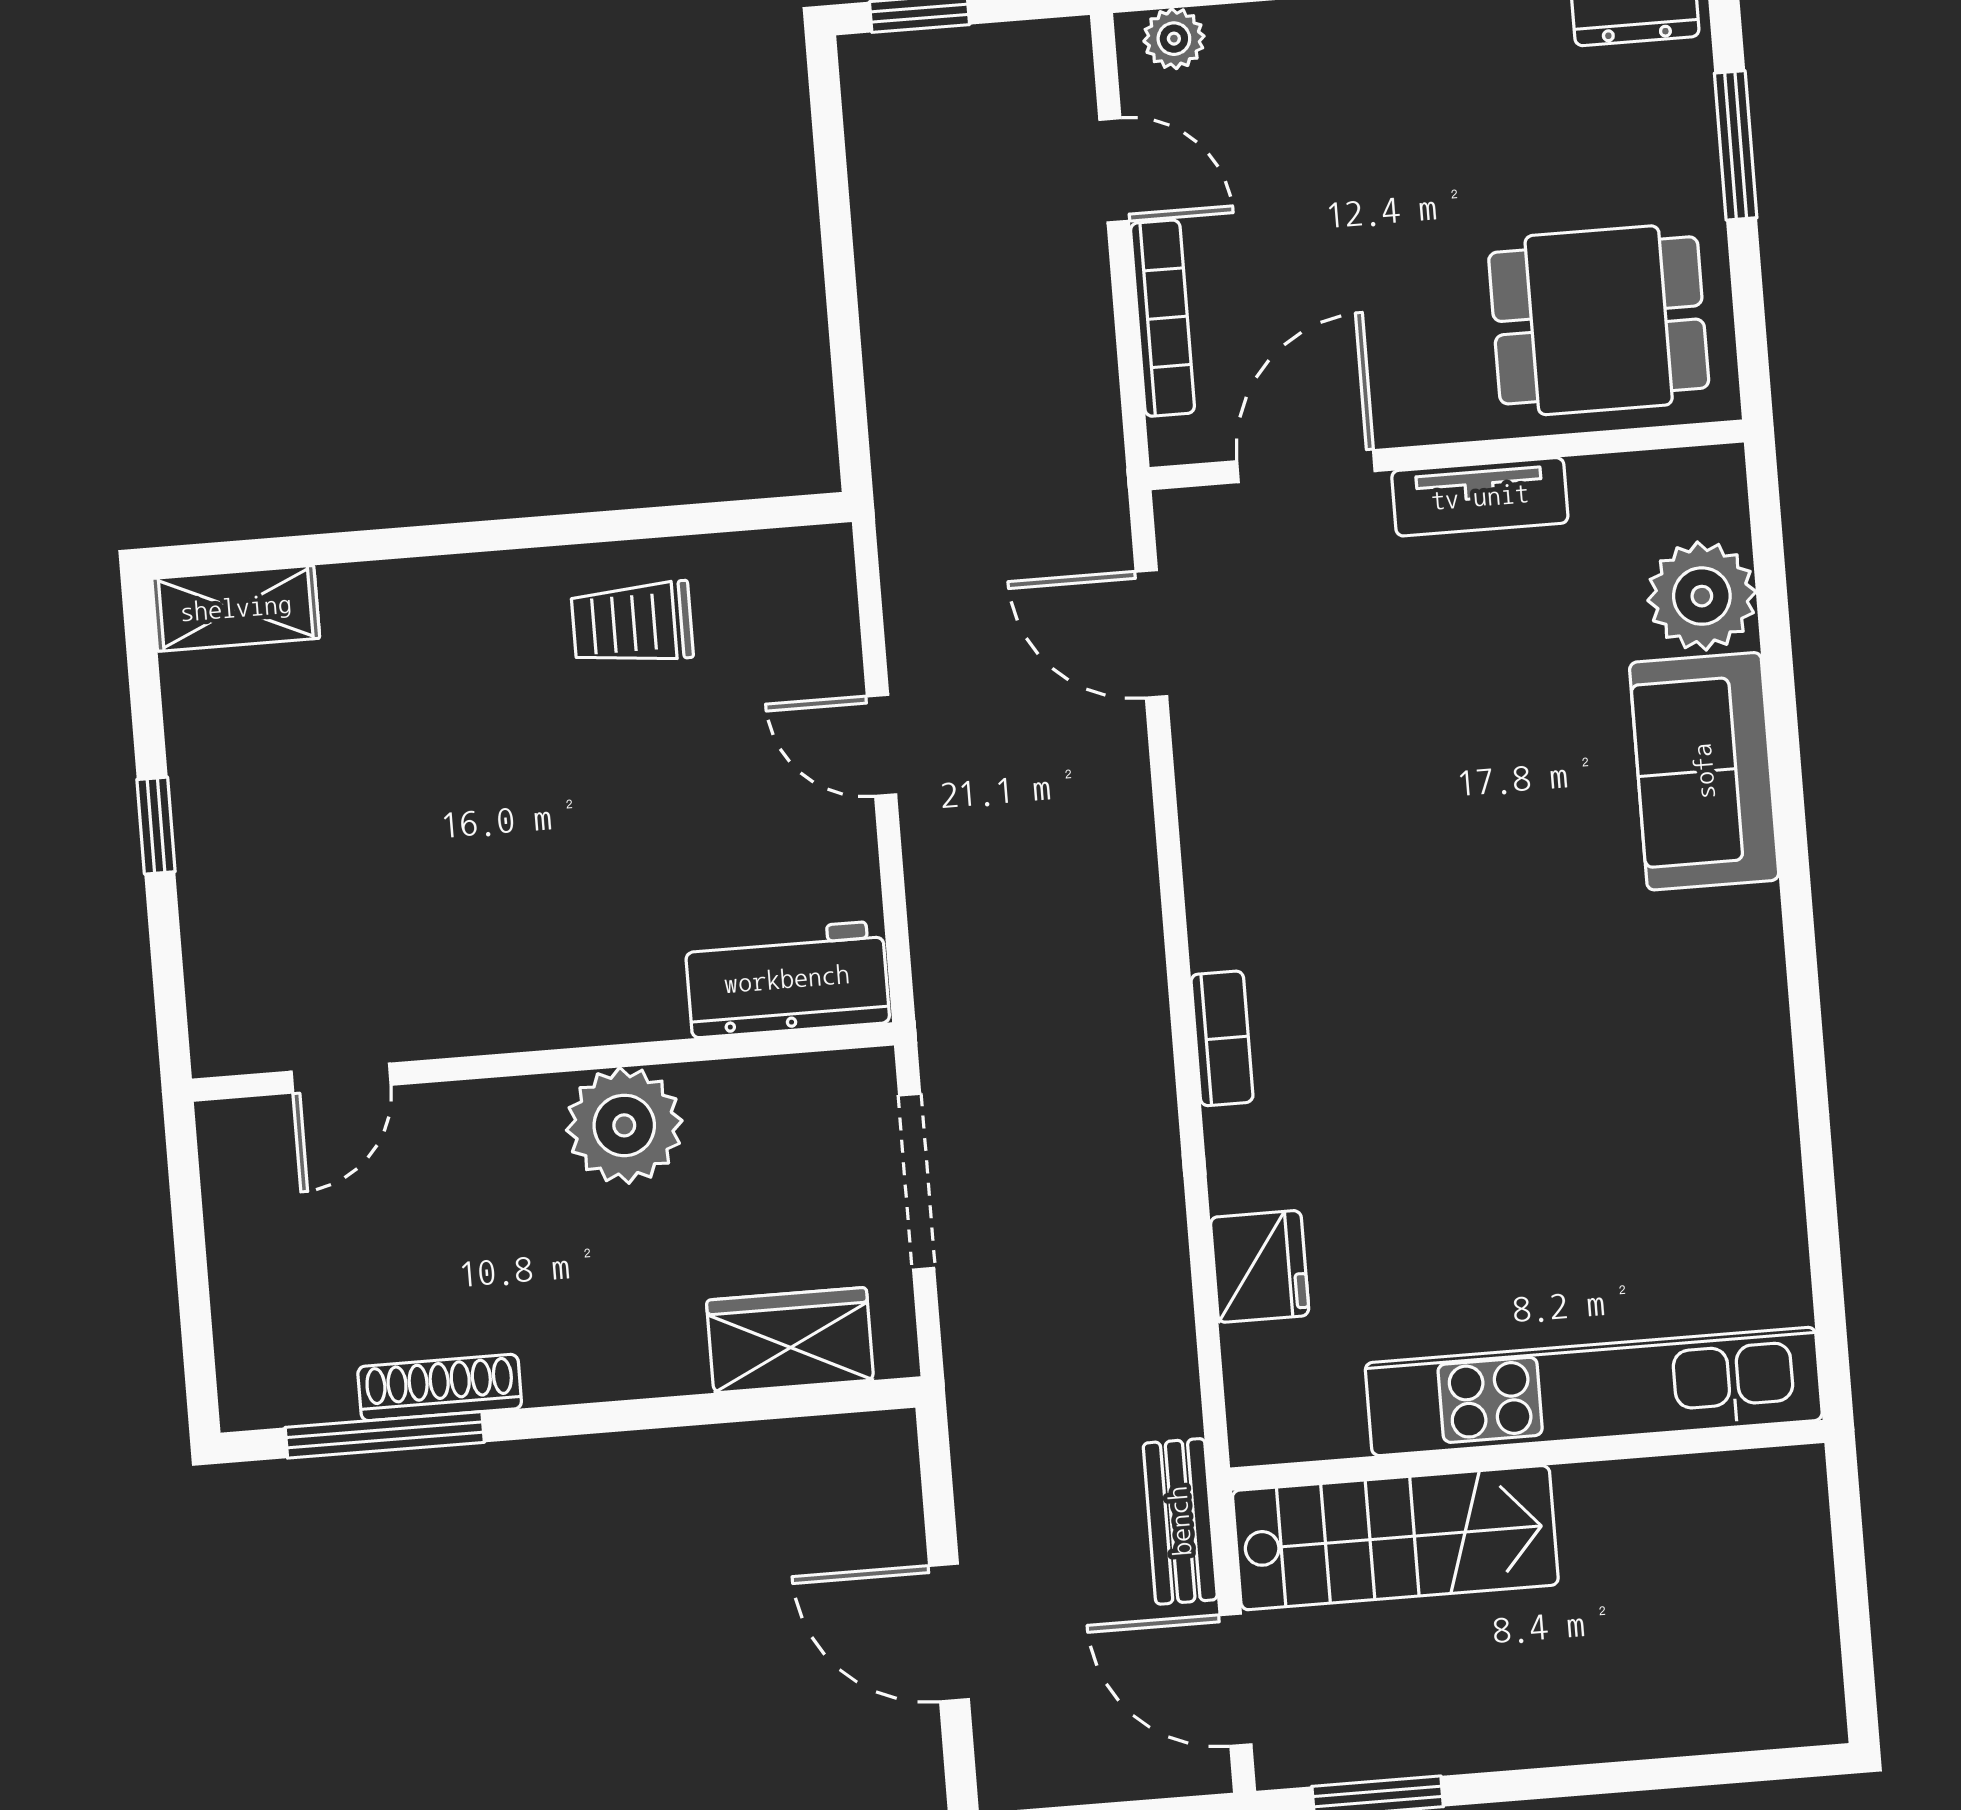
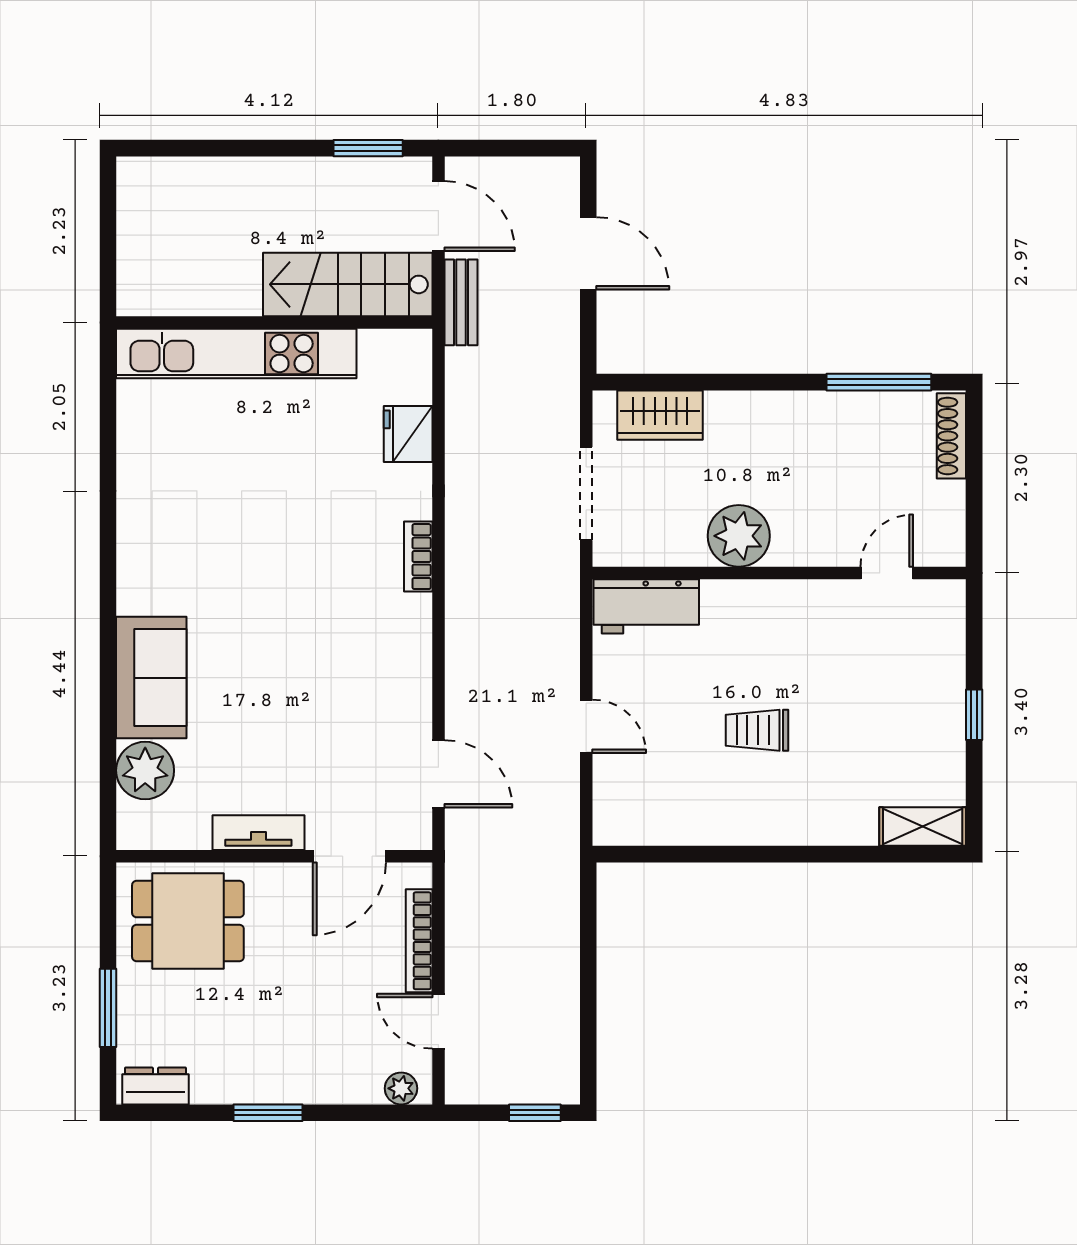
trolley: (632, 623) -> (757, 730), moved, turned 180
shoe rack: (440, 1388) -> (951, 436), moved, turned 90

